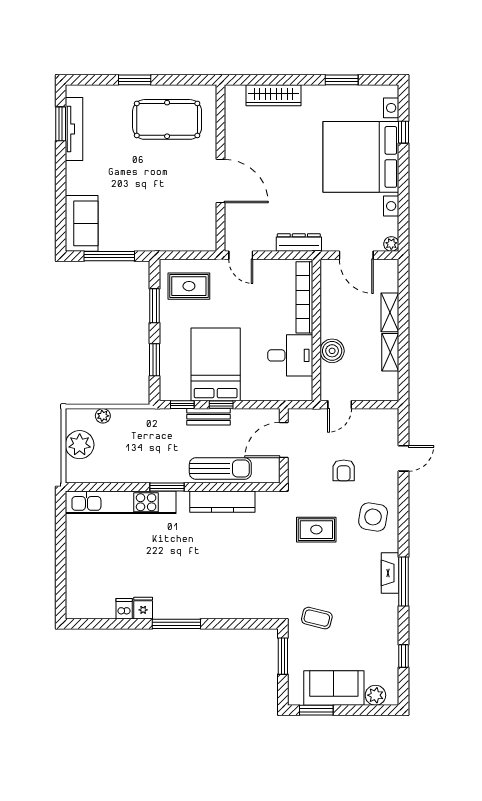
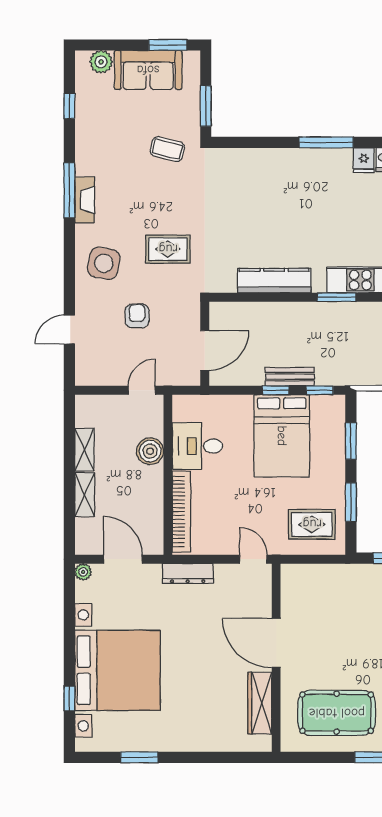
wardrobe: (273, 95) -> (260, 703), moved, turned -90
sun lounger: (220, 468) -> (276, 318), removed

